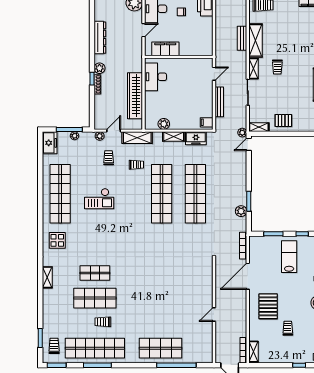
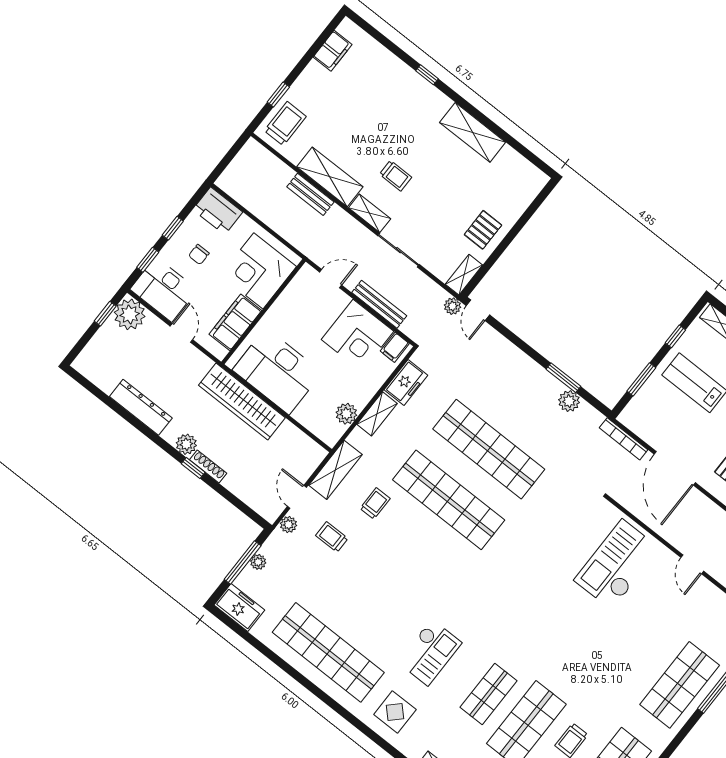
corner desk: (194, 42) -> (258, 271), added
door: (214, 74) -> (331, 279), hinge flipped
desk: (156, 77) -> (277, 371), width x1.36, depth x1.30
wardrobe: (135, 96) -> (242, 401), moved
corner desk: (199, 103) -> (357, 335), added
checkout: (99, 199) -> (430, 652), moved
checkout: (190, 284) -> (617, 565), added

